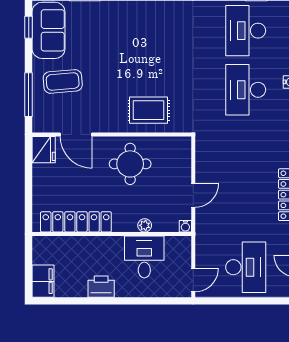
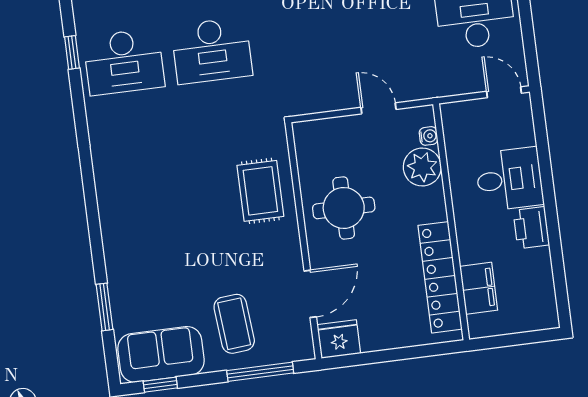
plant: (145, 225) -> (422, 167), width x1.88, depth x1.88
water cooler: (185, 226) -> (428, 136), moved
desk: (144, 257) -> (509, 179), moved, turned 180
filing cabinet: (43, 281) -> (479, 288), moved, turned 90

